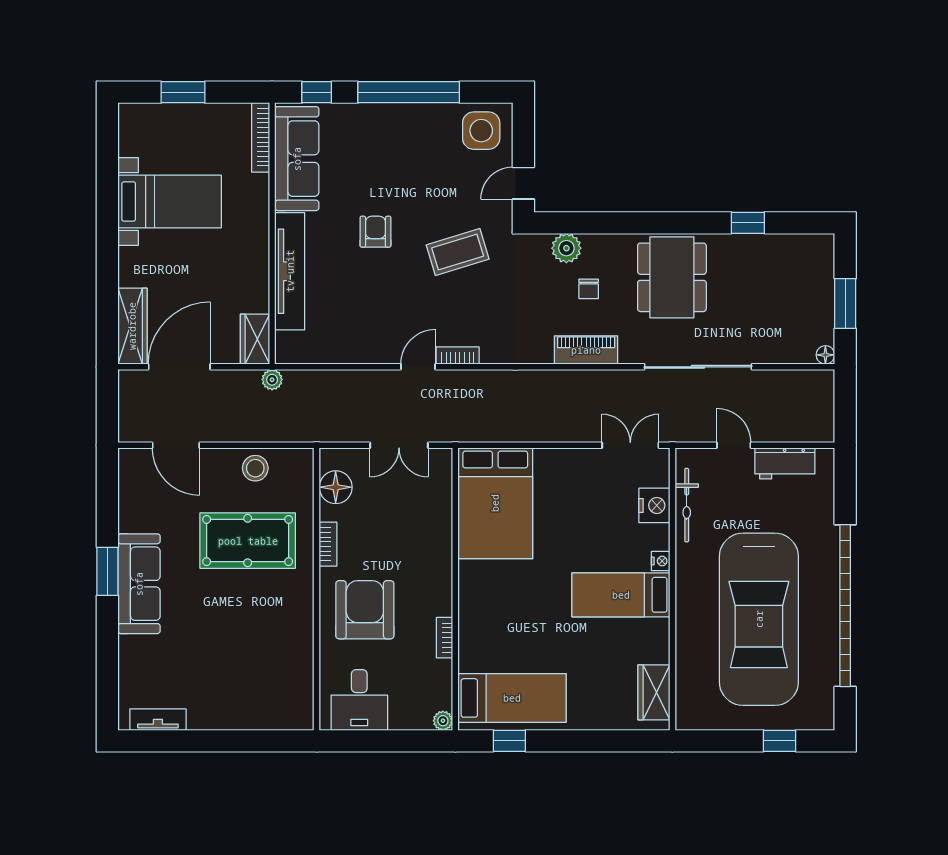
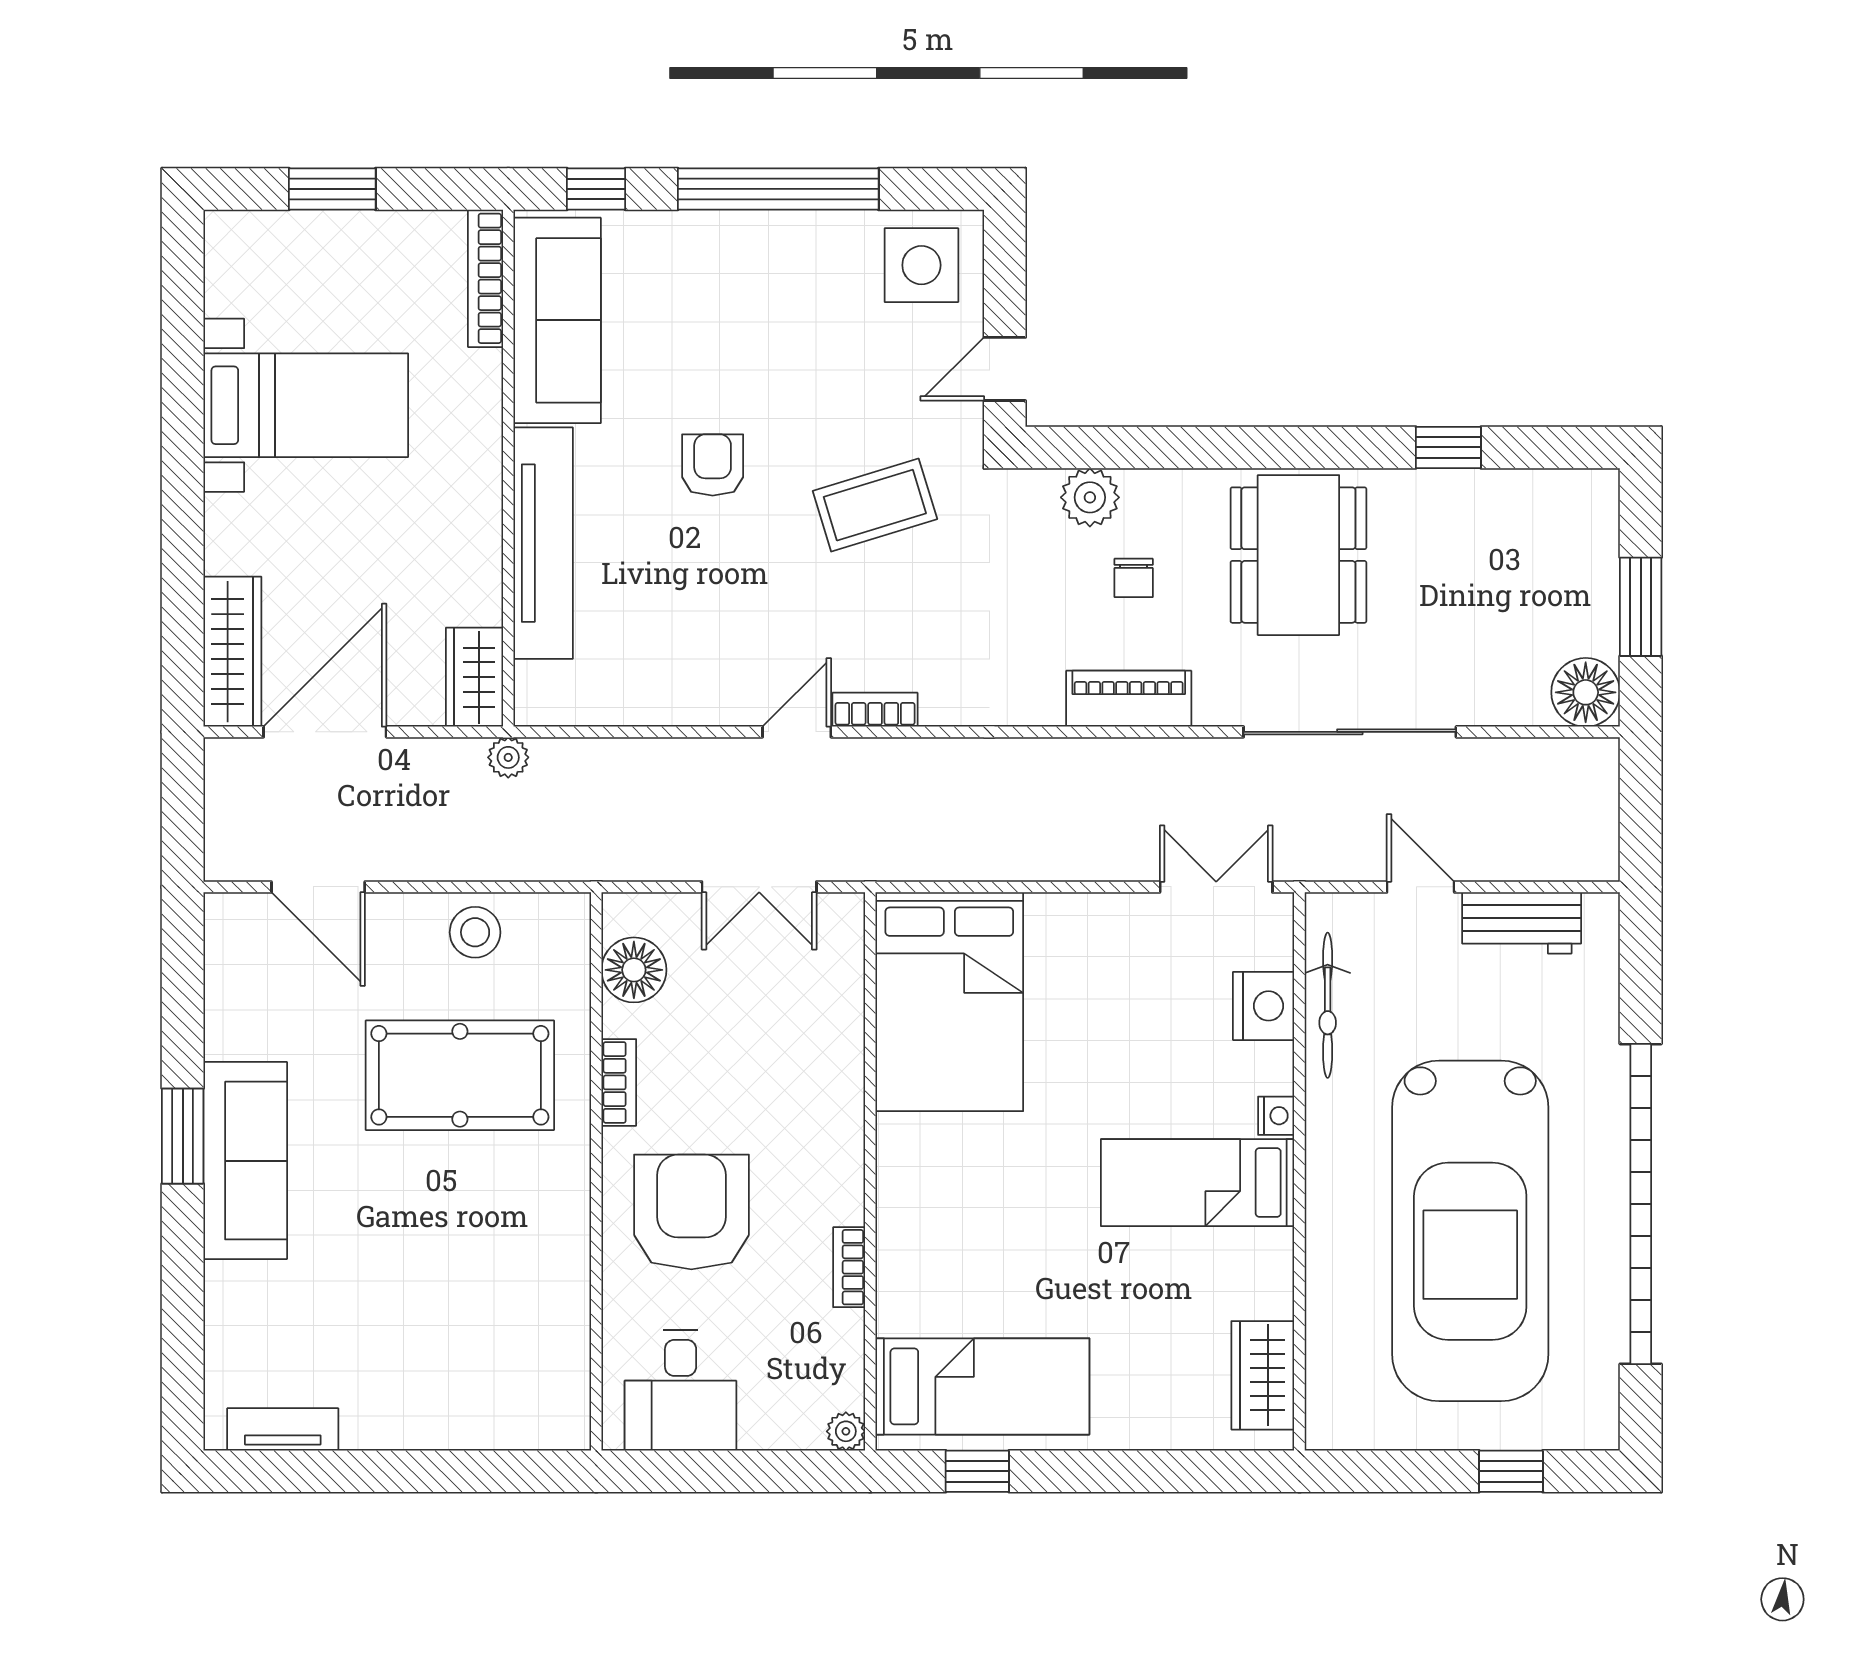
floor lamp: (825, 355) -> (1586, 692), width x1.89, depth x1.89

